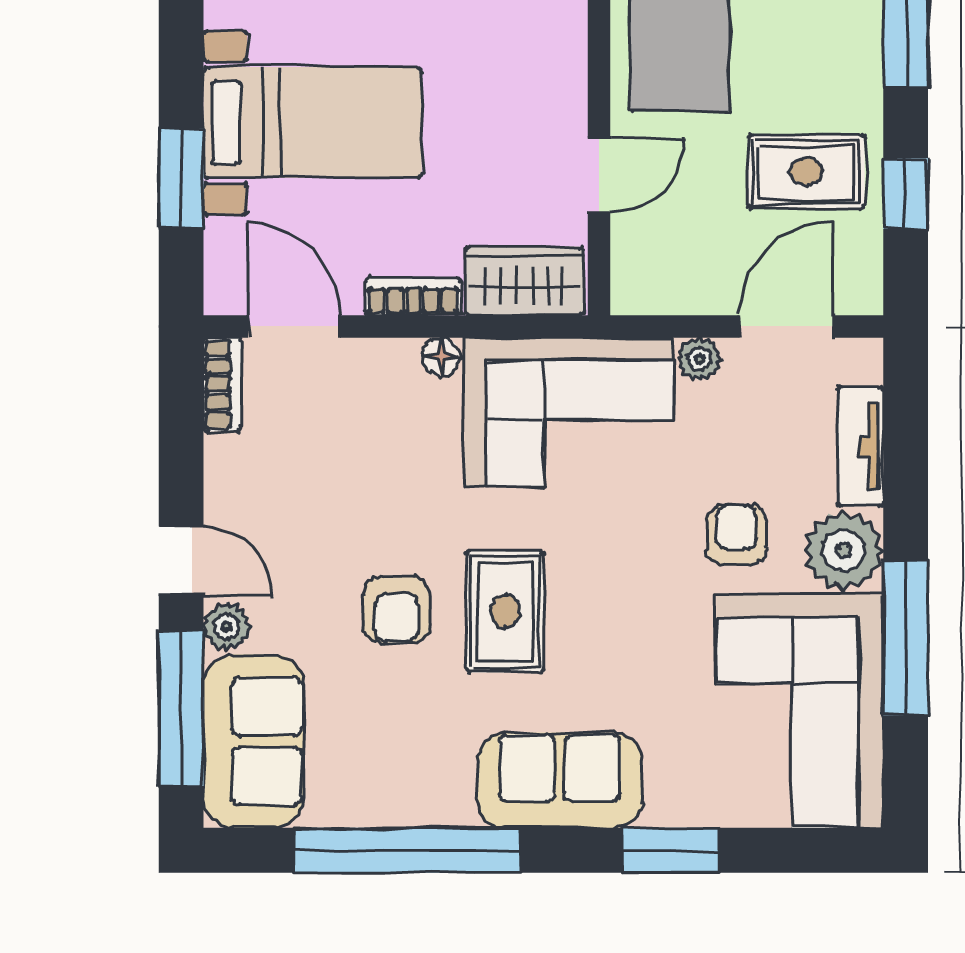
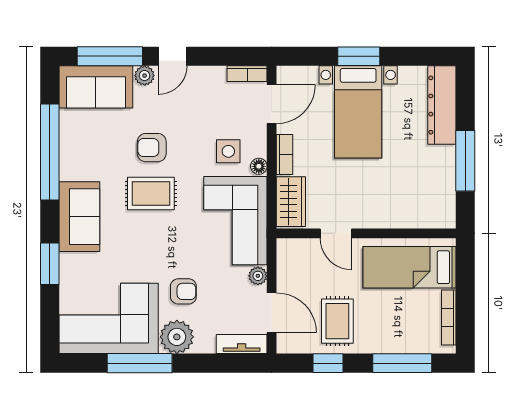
window: (181, 178) -> (359, 56), moved
side table: (406, 429) -> (228, 151), added
tv unit: (860, 446) -> (242, 344), moved

